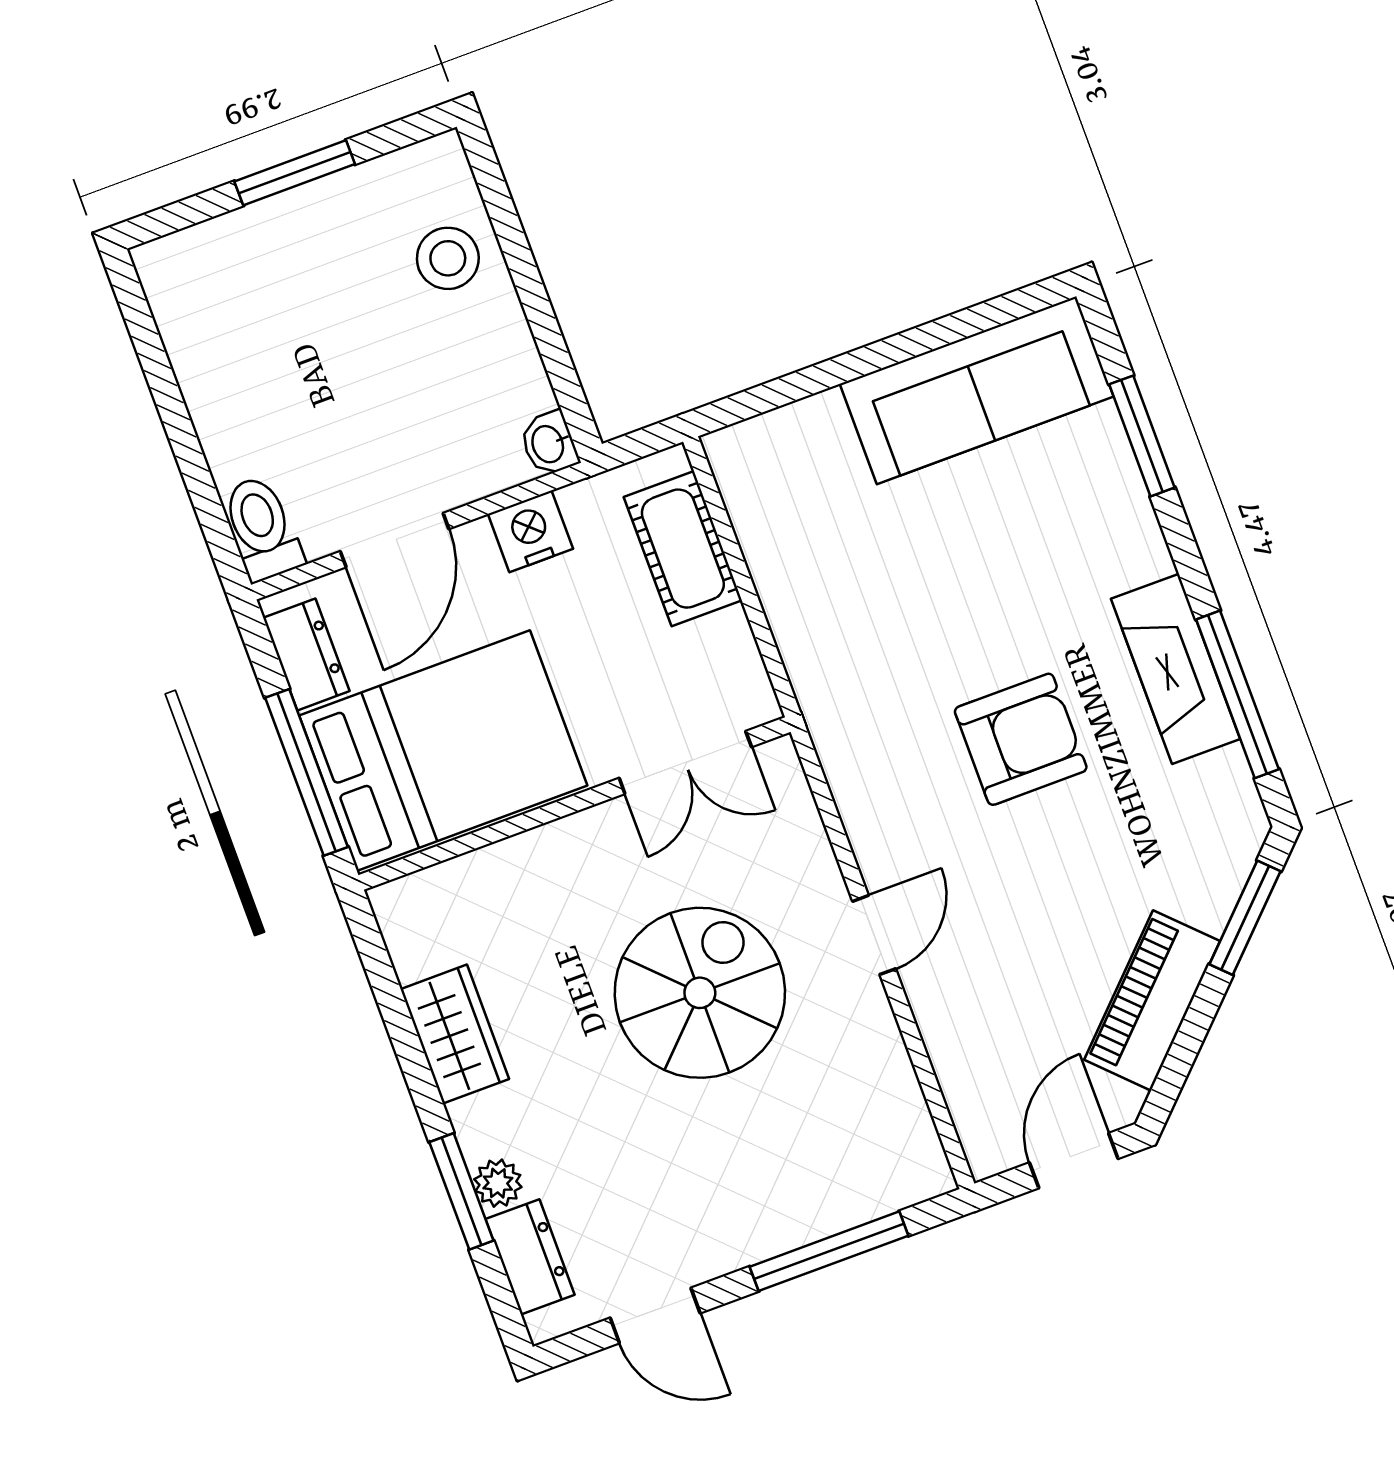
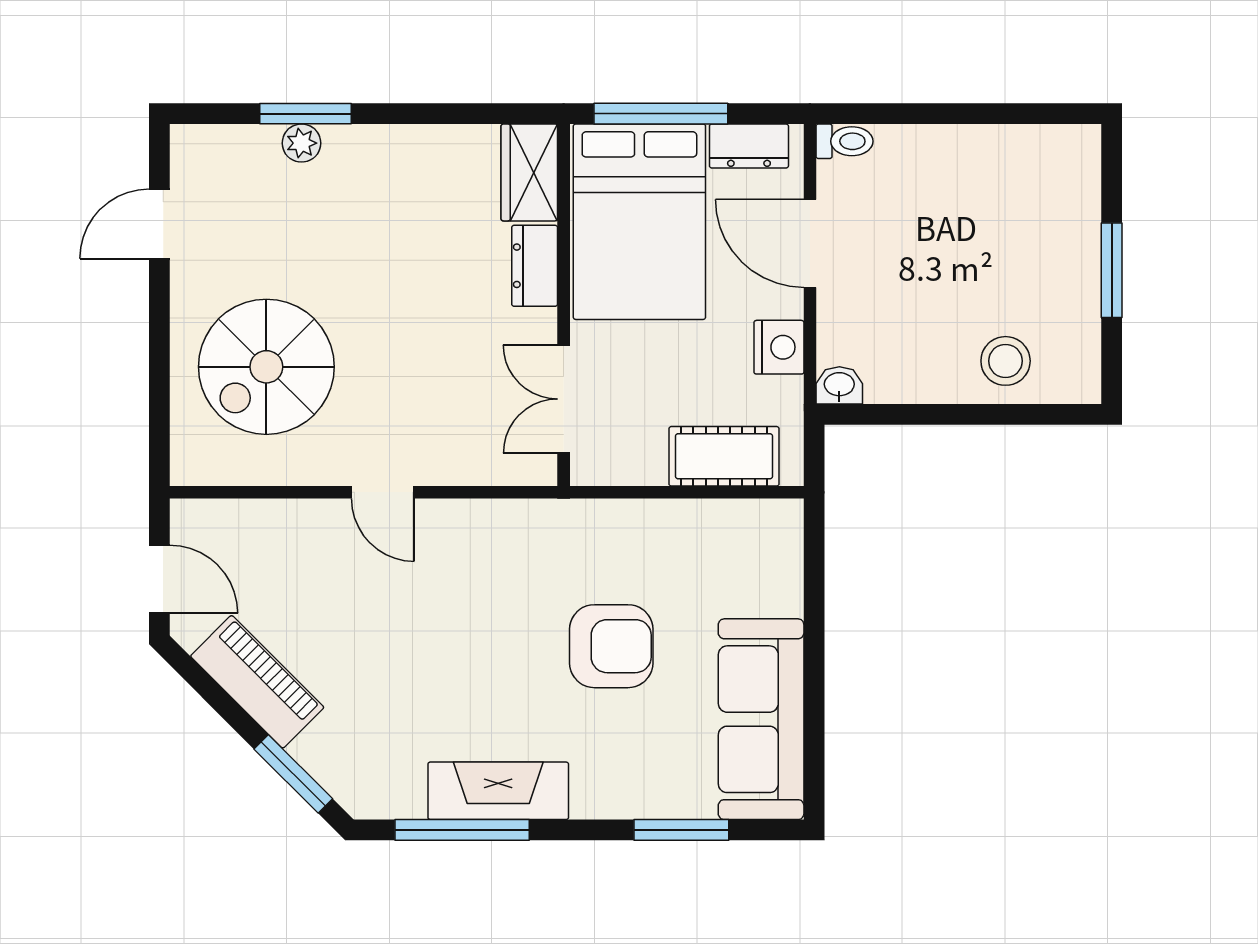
toilet: (262, 528) -> (844, 141), width x0.73, depth x0.72
armchair: (1021, 739) -> (611, 646), moved, turned -90
spiral stairs: (700, 993) -> (266, 367), moved, turned 90
wardrobe: (455, 1034) -> (529, 172), moved, turned 90
window: (829, 1251) -> (159, 371), removed
dresser: (530, 1257) -> (535, 266), moved, turned 90

